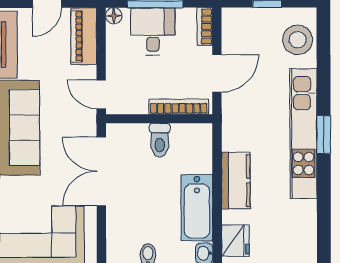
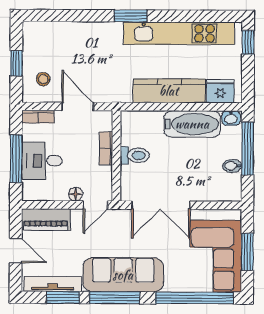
floor lamp: (114, 16) -> (76, 194), moved
stool: (298, 40) -> (43, 79), moved, width x0.53, depth x0.53
bookcase: (179, 107) -> (106, 148), width x0.64
kitchen unit: (303, 134) -> (179, 33), moved
kitchen counter: (236, 181) -> (169, 91), width x1.50

